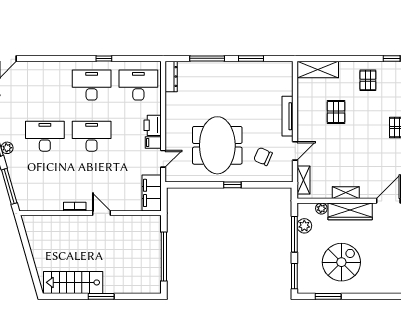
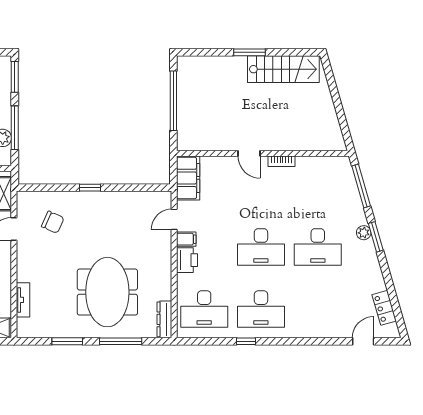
tv unit: (288, 116) -> (23, 300), moved, width x0.71
meeting table: (217, 145) -> (107, 292), moved

